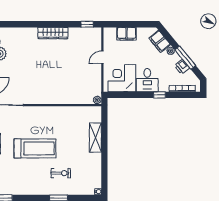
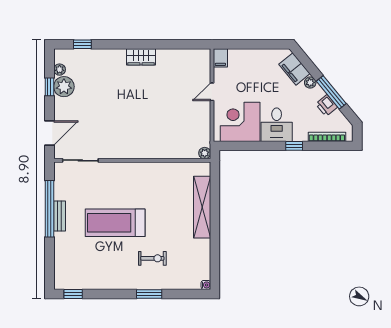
window: (87, 24) -> (82, 44), moved
wardrobe: (53, 33) -> (141, 57), width x0.67
filing cabinet: (127, 34) -> (220, 58), moved, width x0.50
shelving: (95, 138) -> (202, 207), width x1.47
treadmill: (35, 148) -> (115, 223), turned 180

